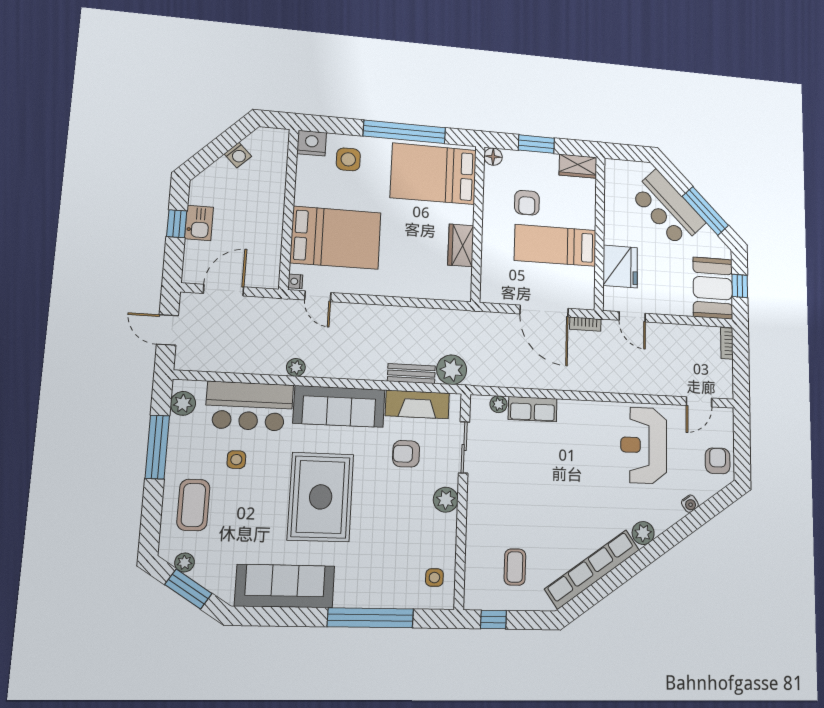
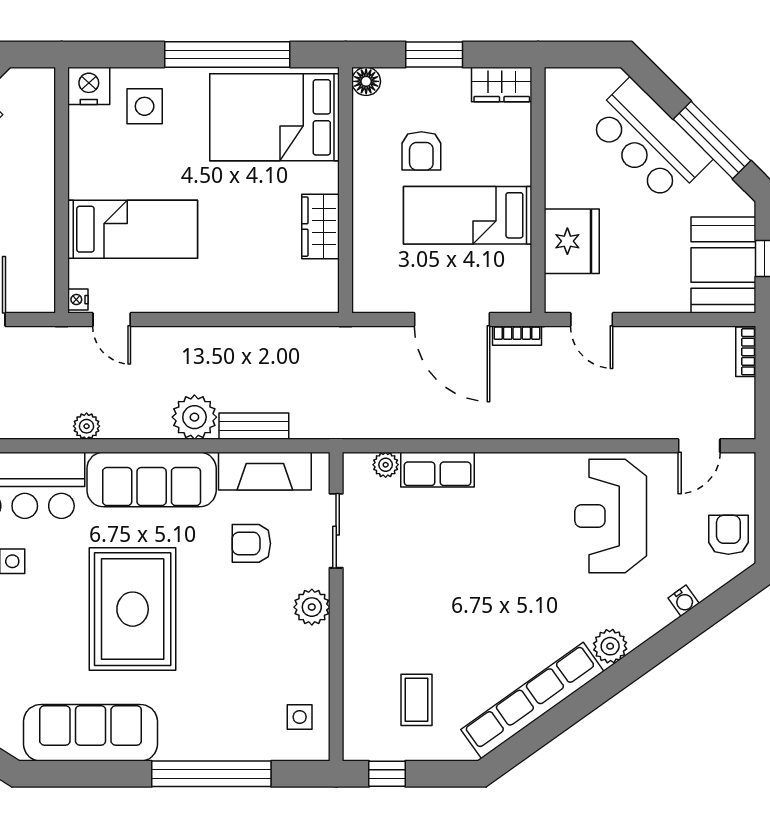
bed: (336, 238) -> (133, 229), width x0.67
plant: (452, 370) -> (194, 417), moved

